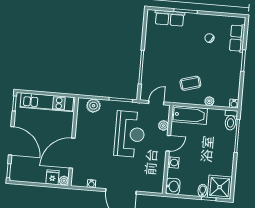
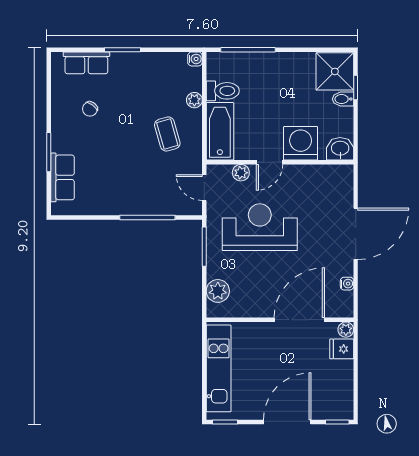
toilet: (231, 120) -> (223, 91), moved
door: (168, 143) -> (270, 162), swing flipped
door: (72, 153) -> (299, 320), swing flipped
washing machine: (173, 162) -> (301, 143), width x1.89, depth x1.89

